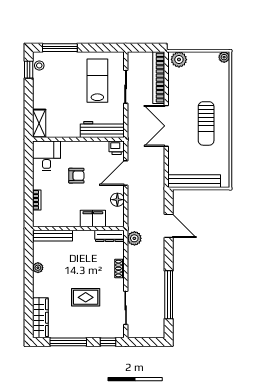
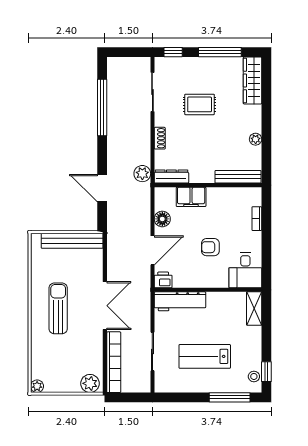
lab bench: (97, 81) -> (205, 356), moved, turned 90

